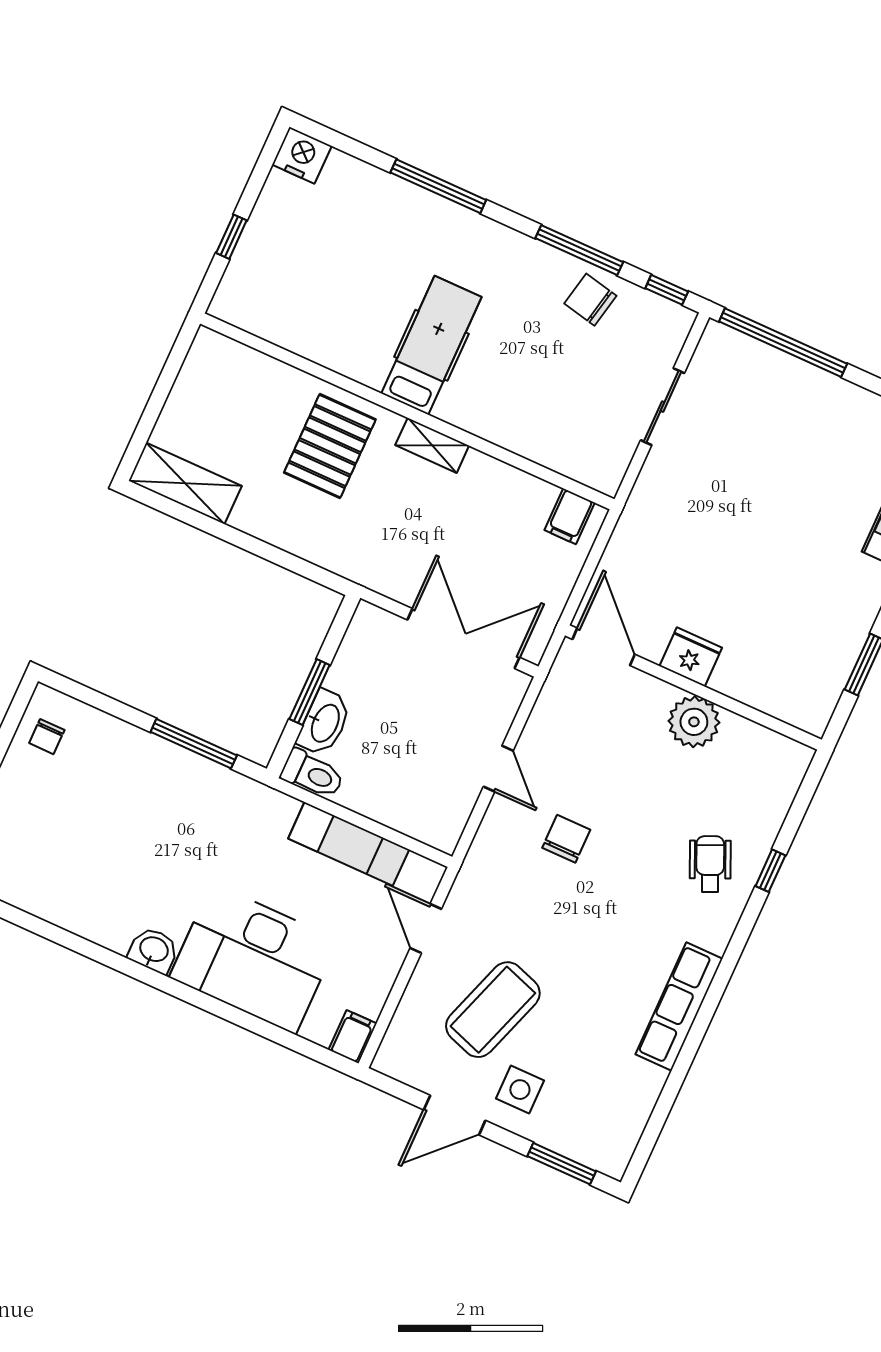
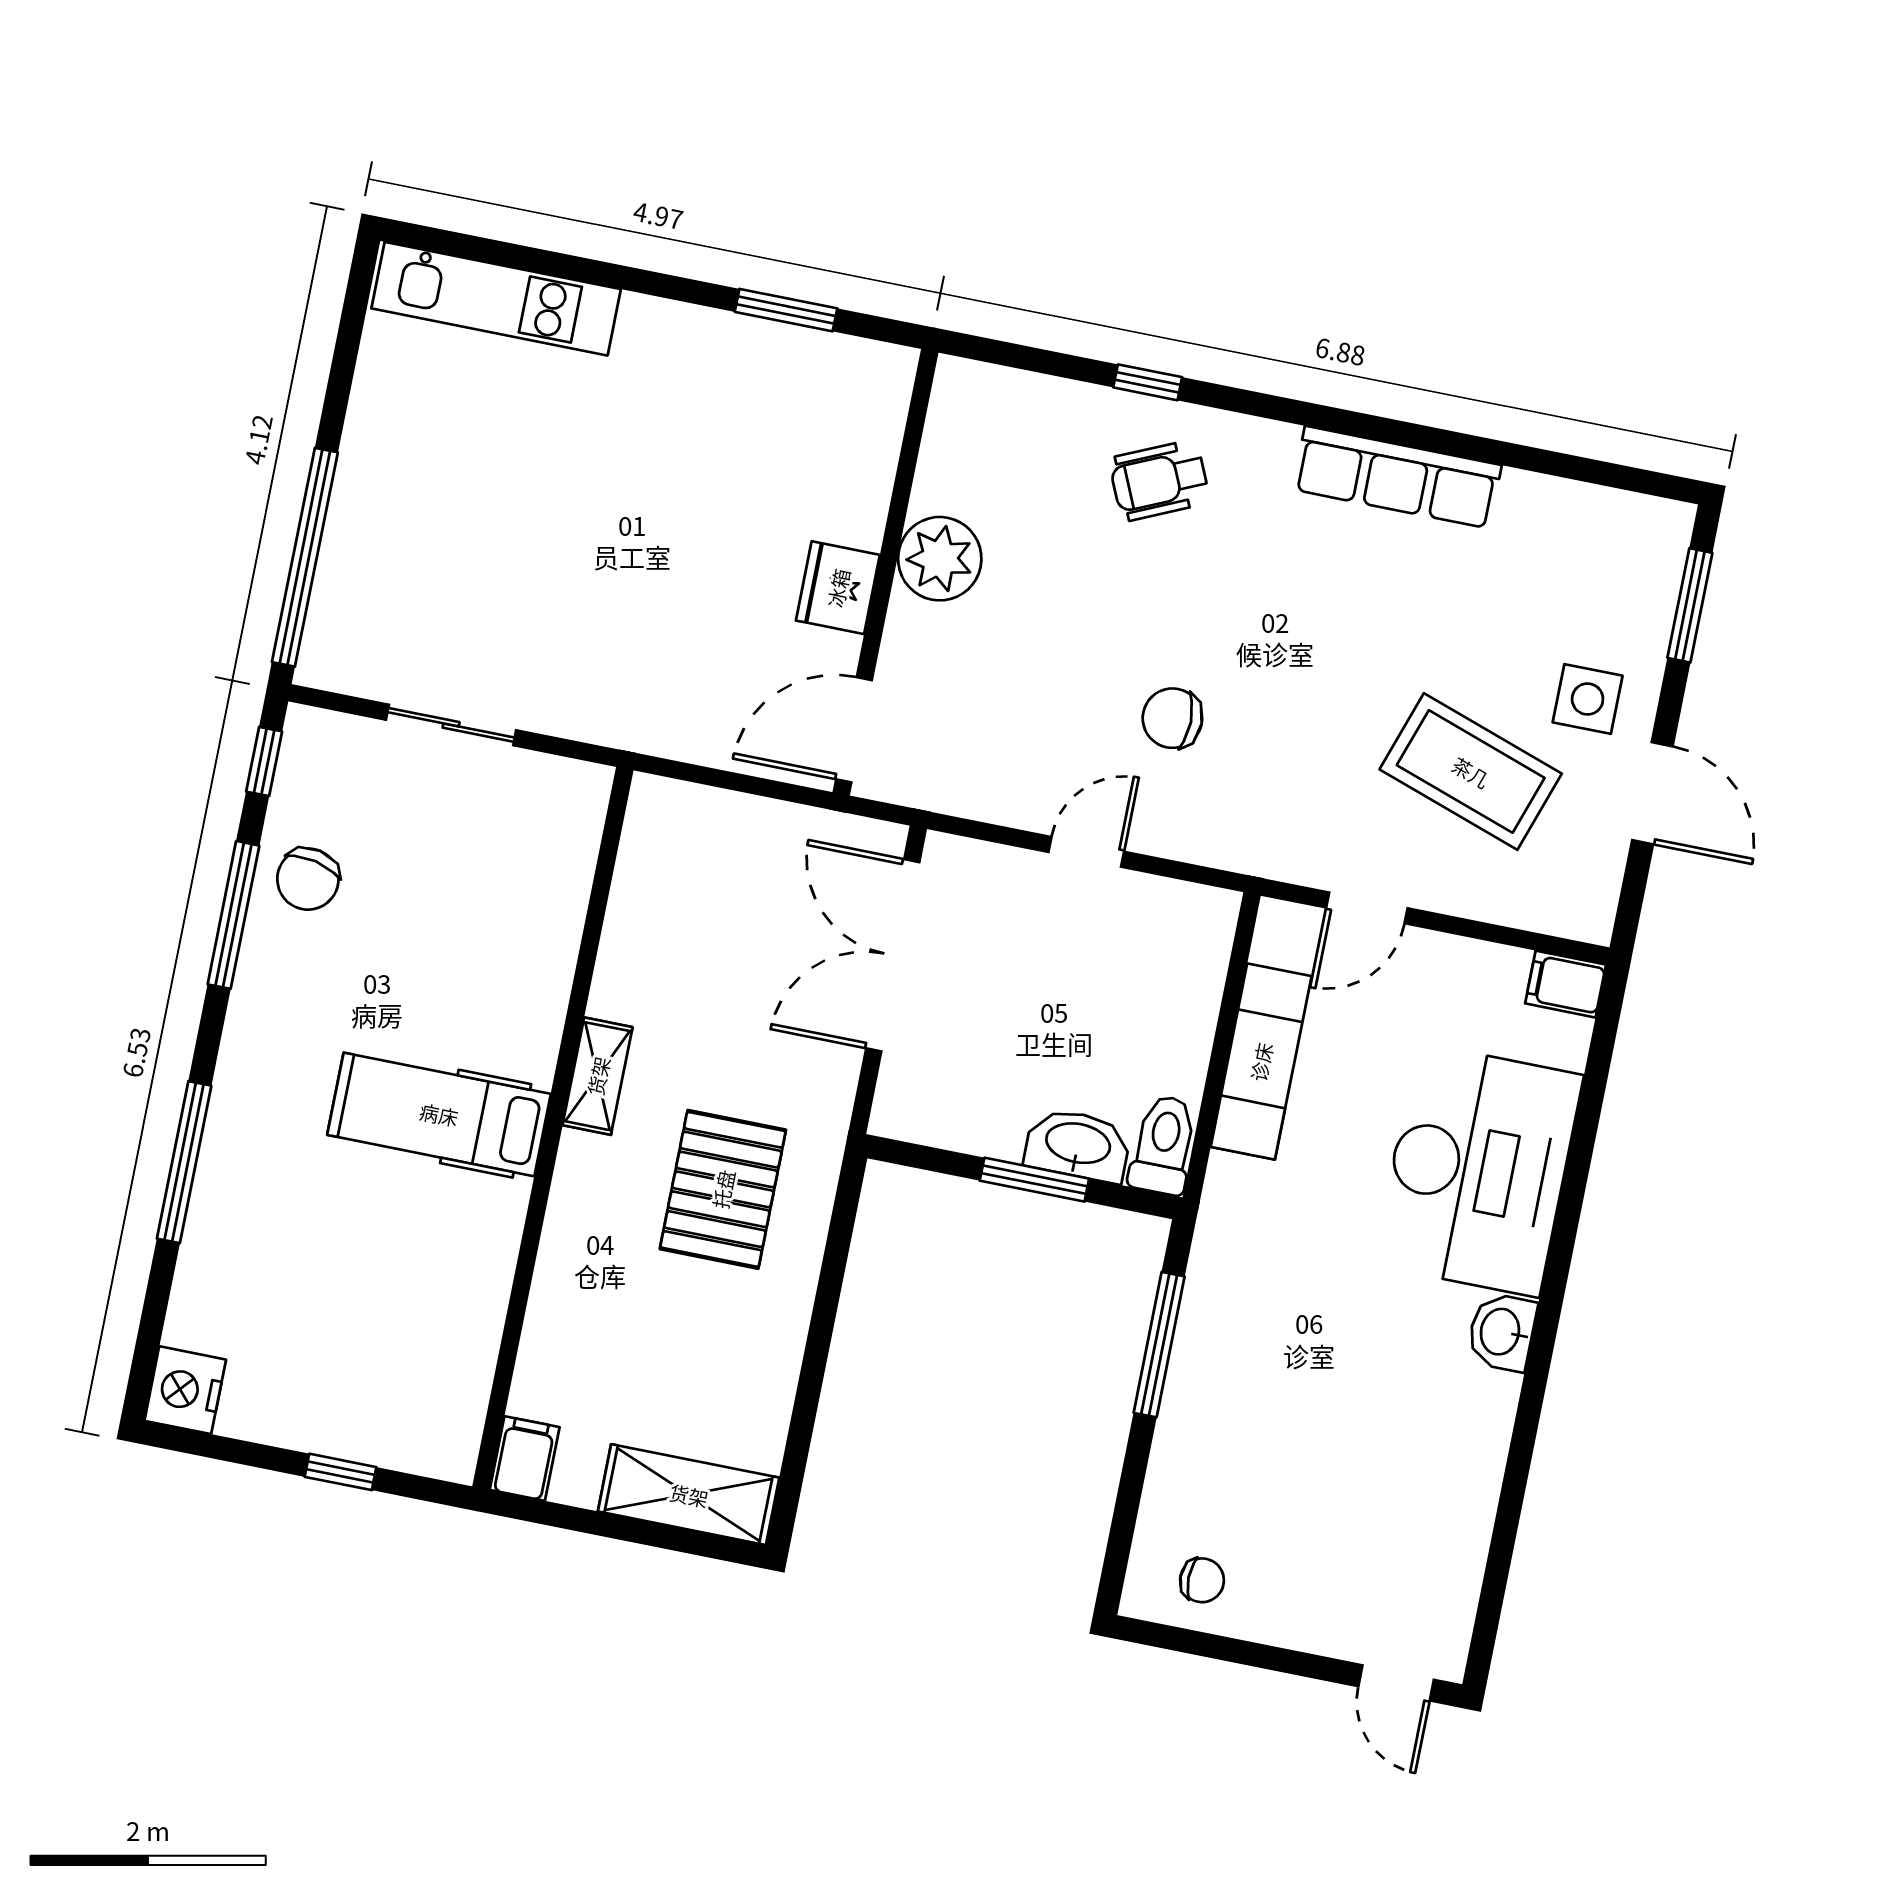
pallet: (330, 446) -> (723, 1189), moved, turned 90
shelving: (185, 483) -> (689, 1495), moved, turned 90
filing cabinet: (570, 516) -> (525, 1458), moved, turned -90

